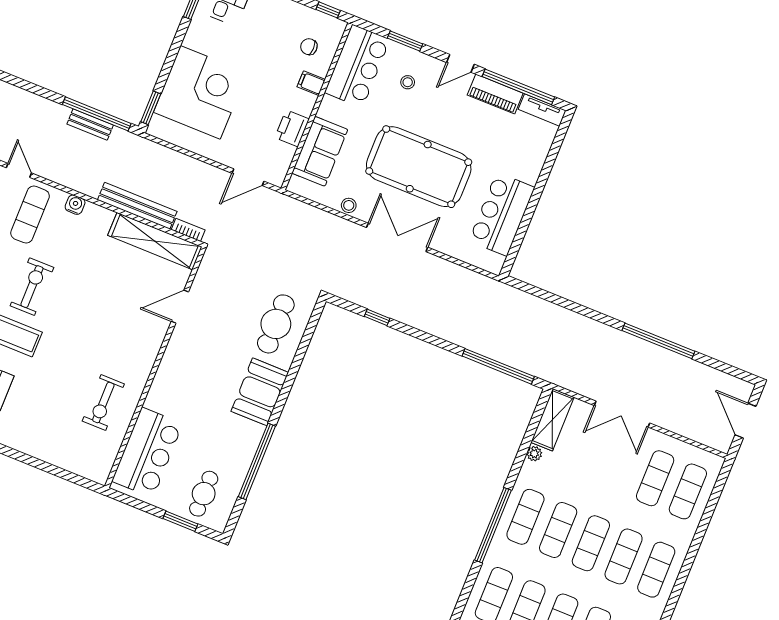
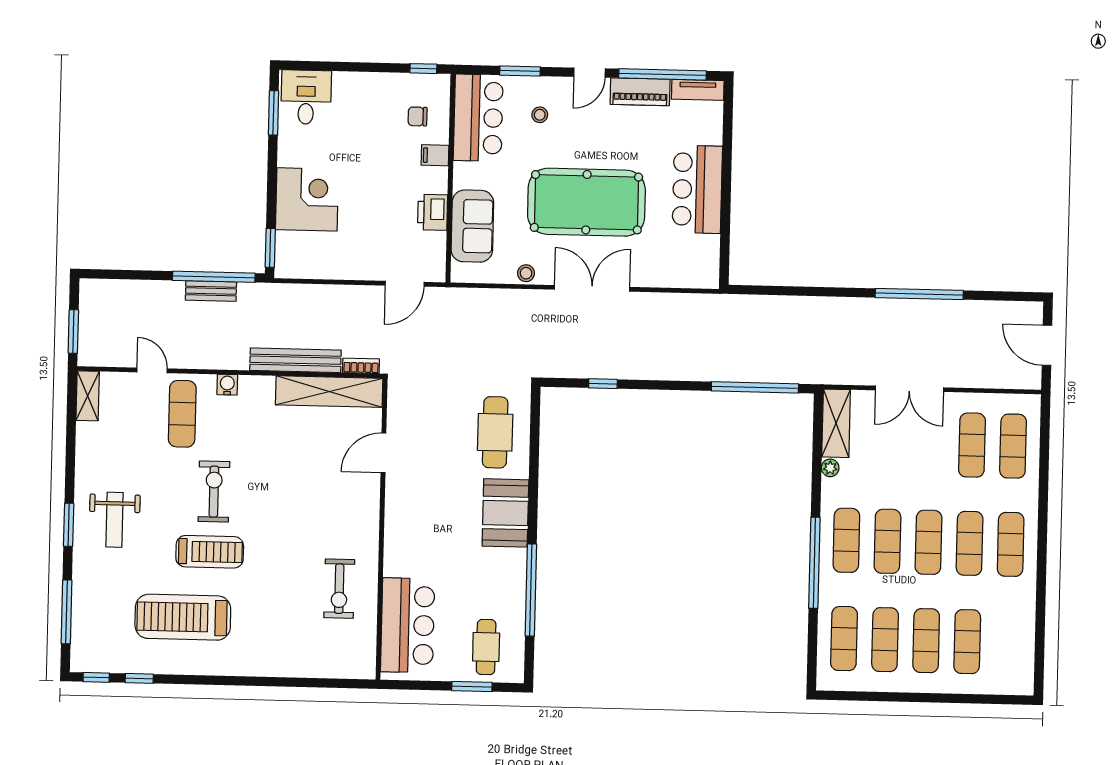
corner desk: (200, 92) -> (307, 199), width x0.74, depth x0.74
bar counter: (502, 214) -> (697, 189), moved

